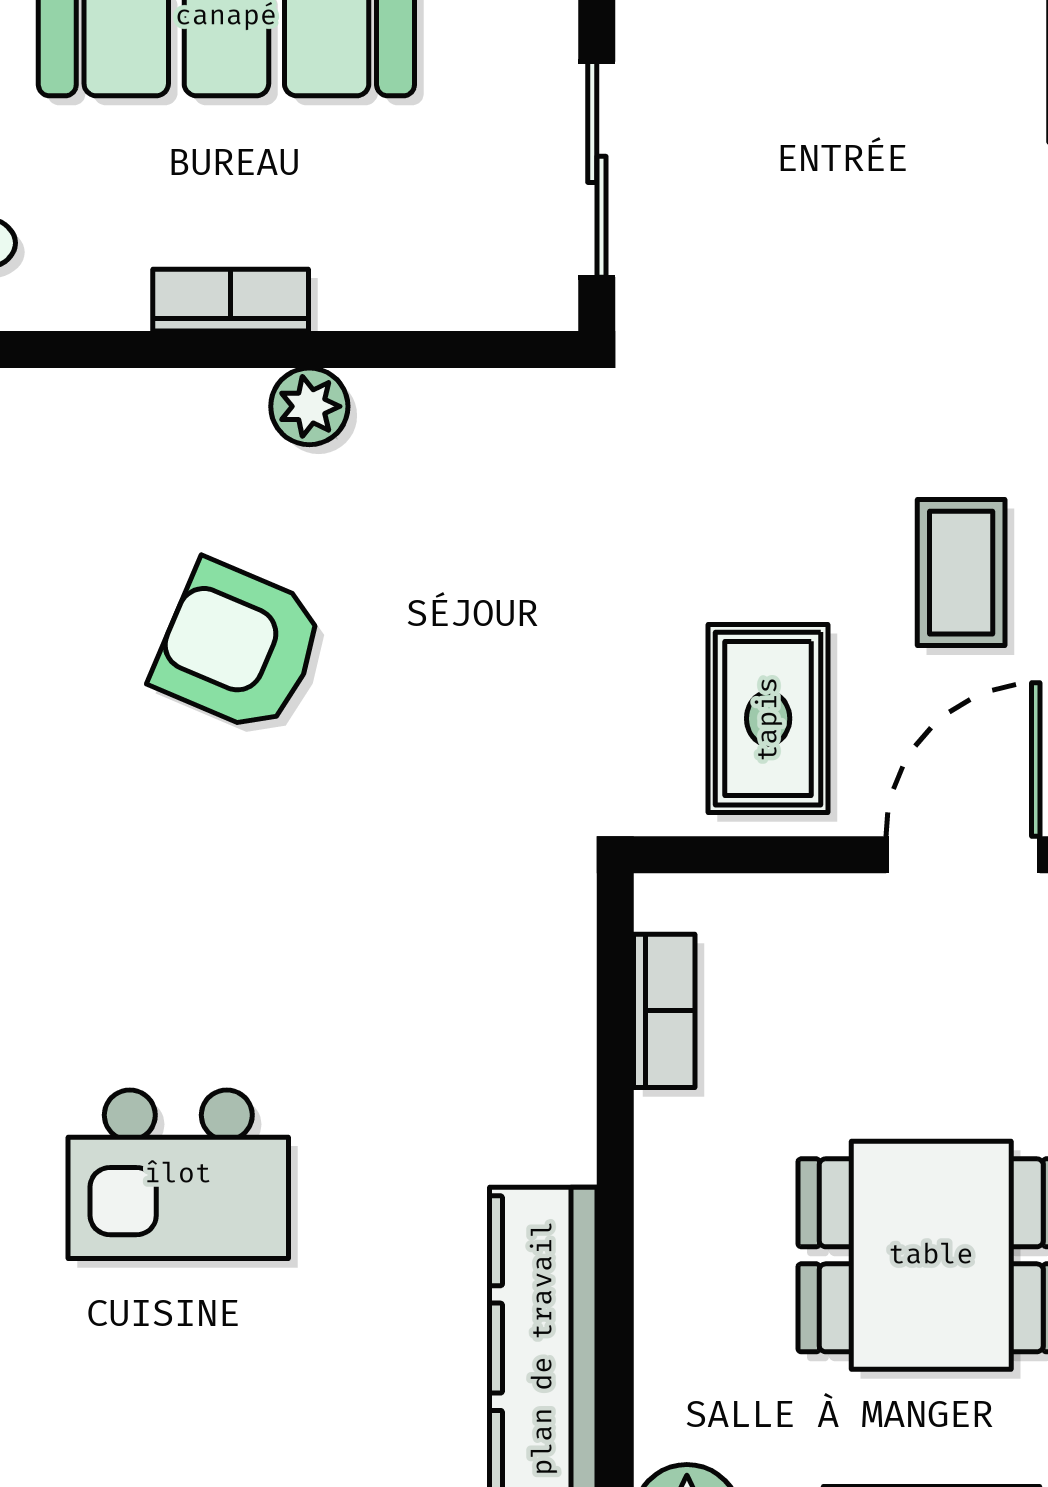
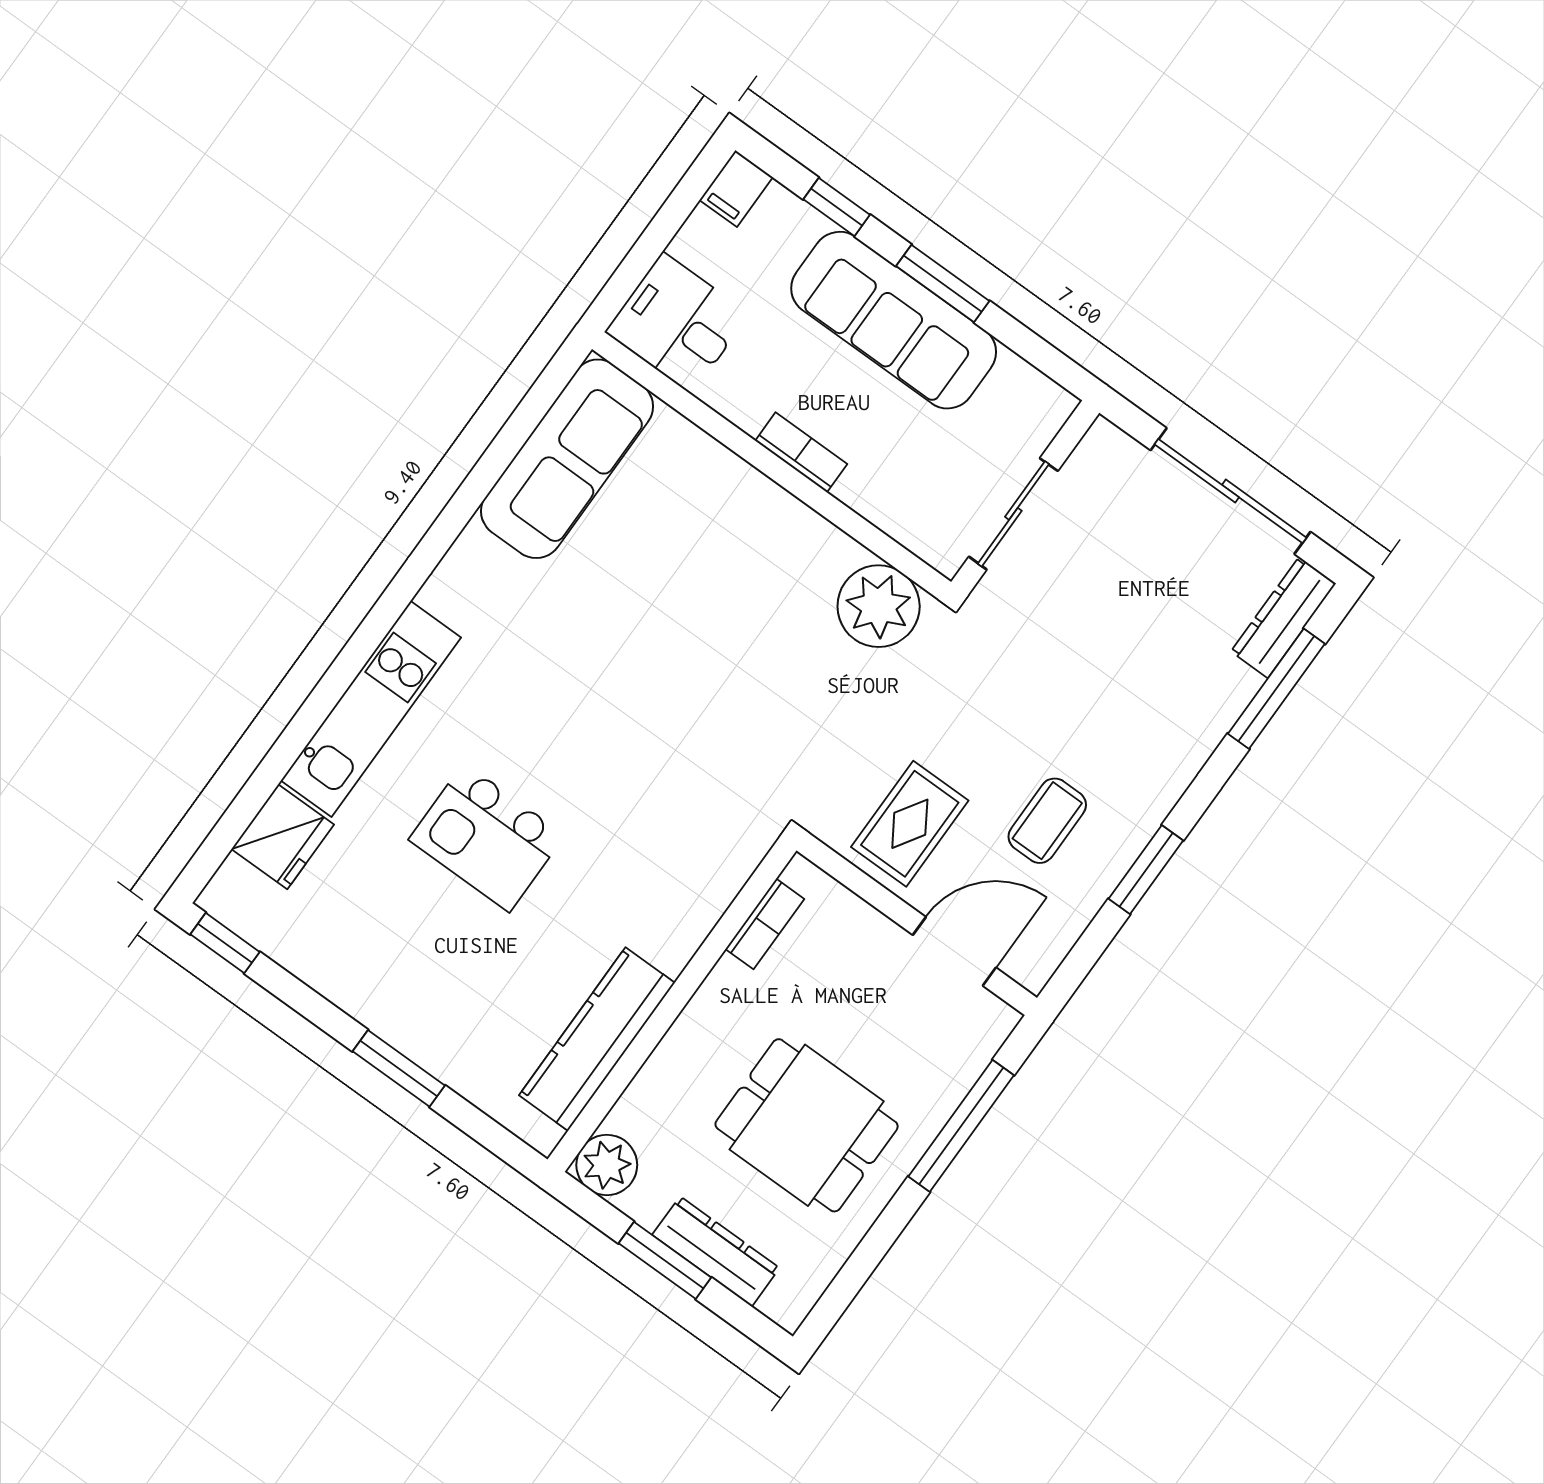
plant: (309, 406) -> (879, 606), moved, width x1.88, depth x1.88
armchair: (239, 647) -> (690, 615), removed

